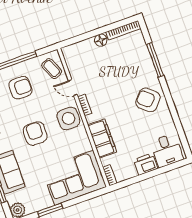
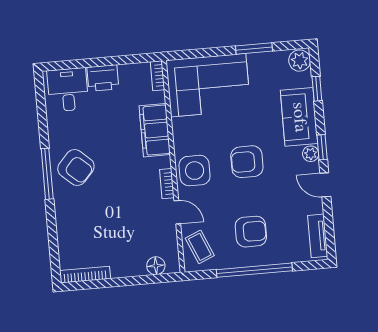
floor lamp: (101, 40) -> (156, 266), moved
window: (155, 60) -> (47, 174), moved
armchair: (20, 88) -> (251, 232), turned 180
armchair: (35, 133) -> (247, 162), turned 90

